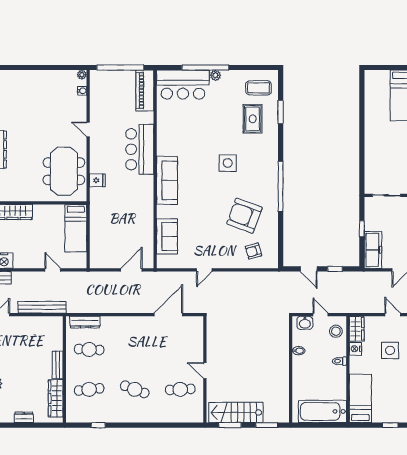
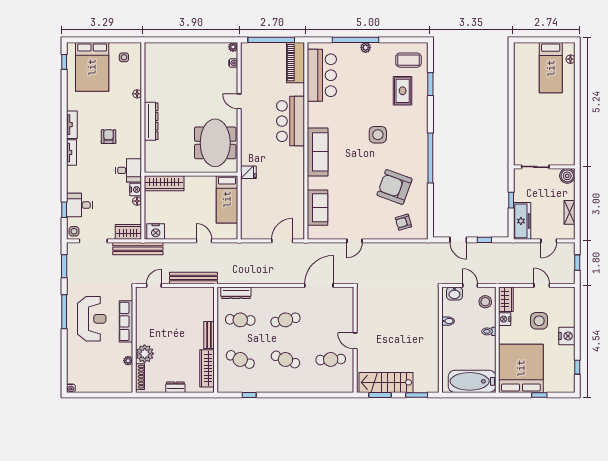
bar counter: (183, 85) -> (322, 75), moved, turned -90
fridge: (97, 180) -> (248, 172), moved
cafe table: (135, 349) -> (285, 320), added
cafe table: (89, 389) -> (240, 359), turned 30
bed: (360, 398) -> (521, 368), width x2.04

